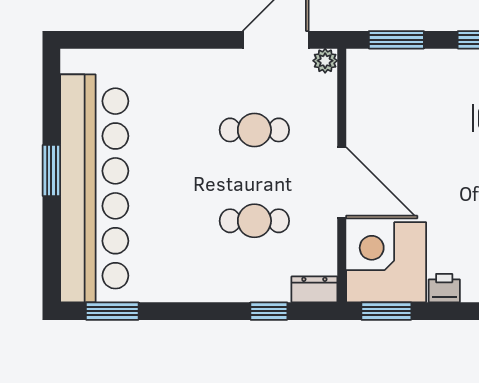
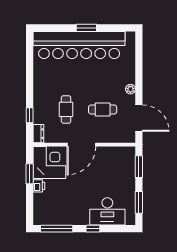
plant: (325, 61) -> (130, 89), moved
cafe table: (254, 130) -> (103, 109), turned 90
window: (112, 311) -> (30, 52), removed
window: (386, 311) -> (30, 174), moved

